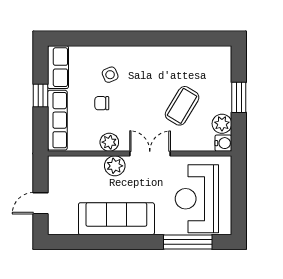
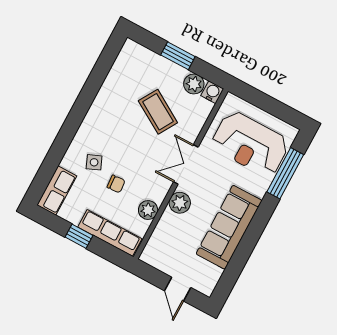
row of seats: (58, 67) -> (57, 190), moved, turned 90
chair: (102, 103) -> (116, 184), turned -94
plant: (109, 142) -> (148, 210), moved

